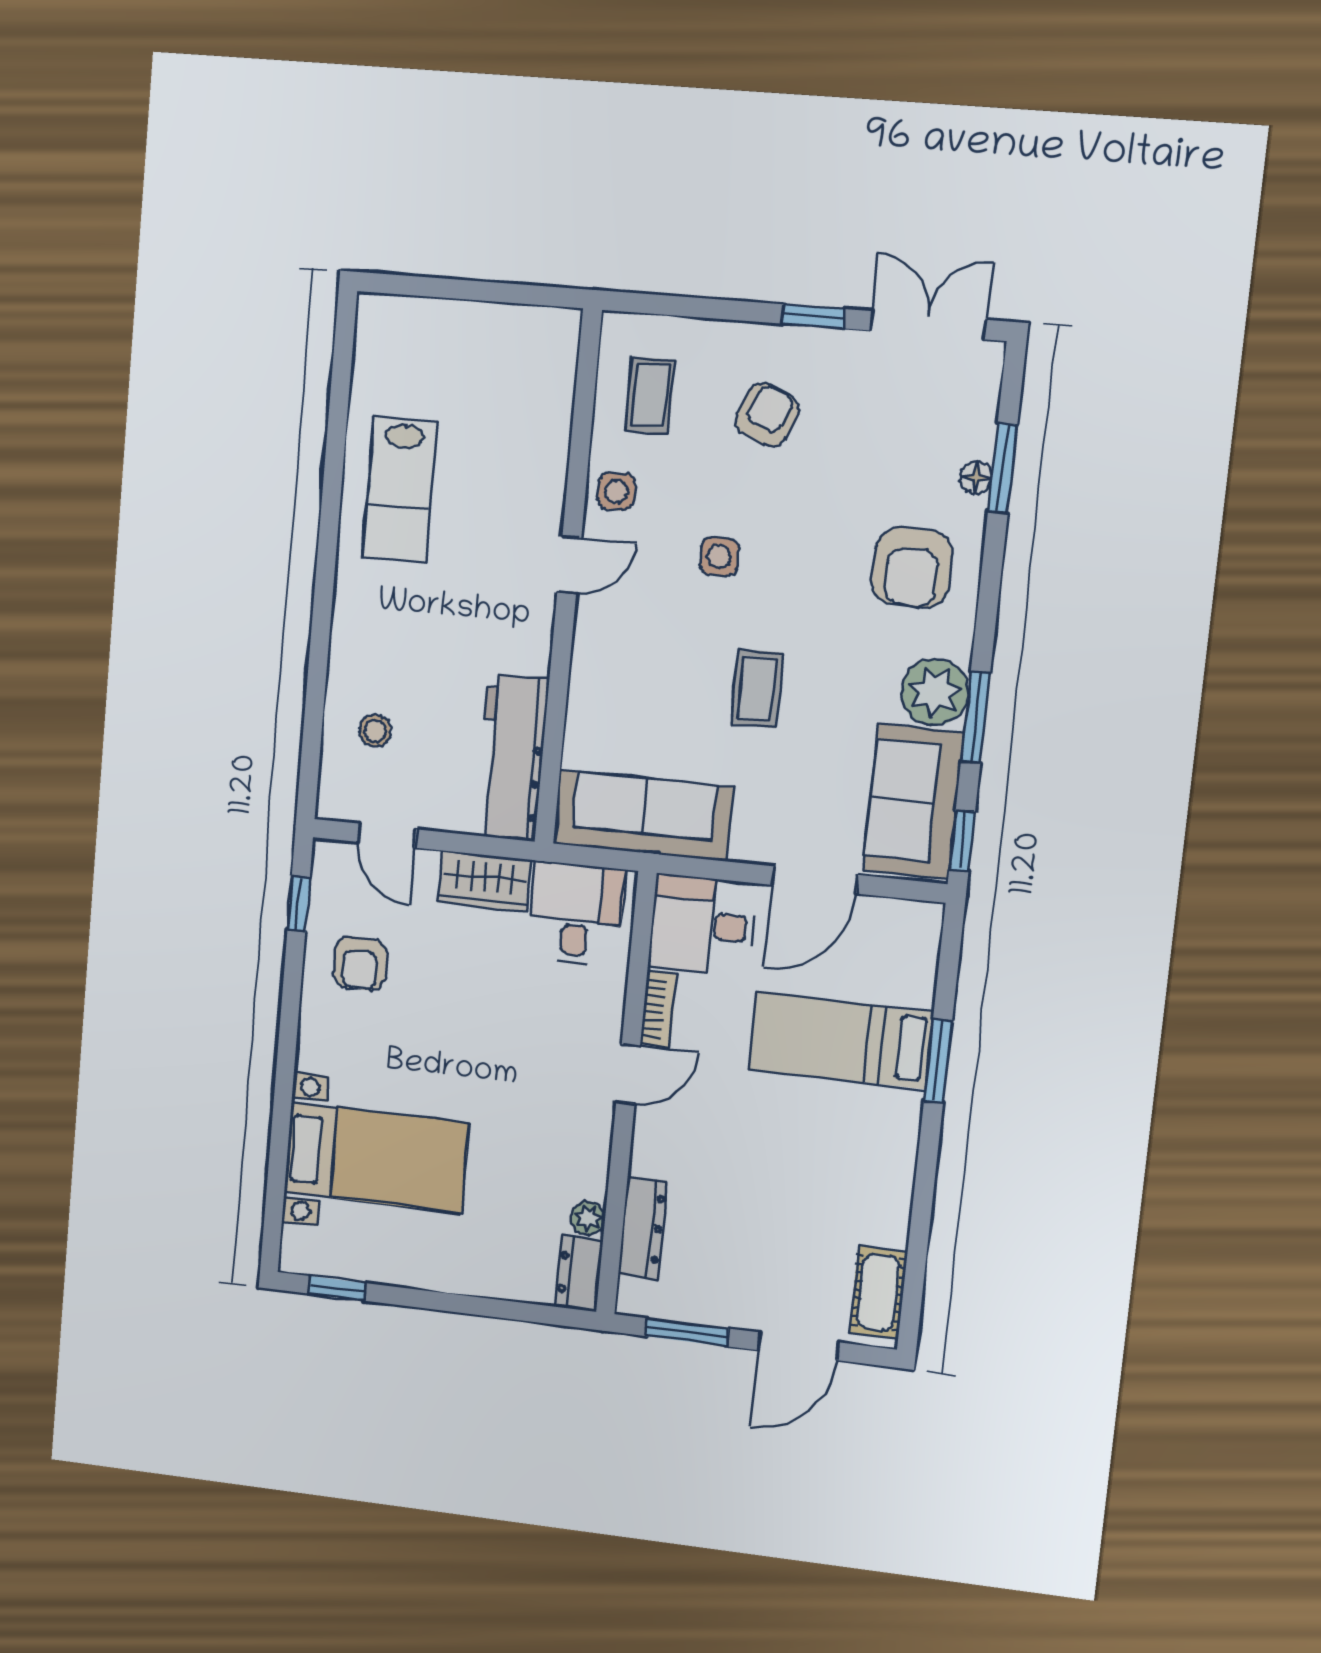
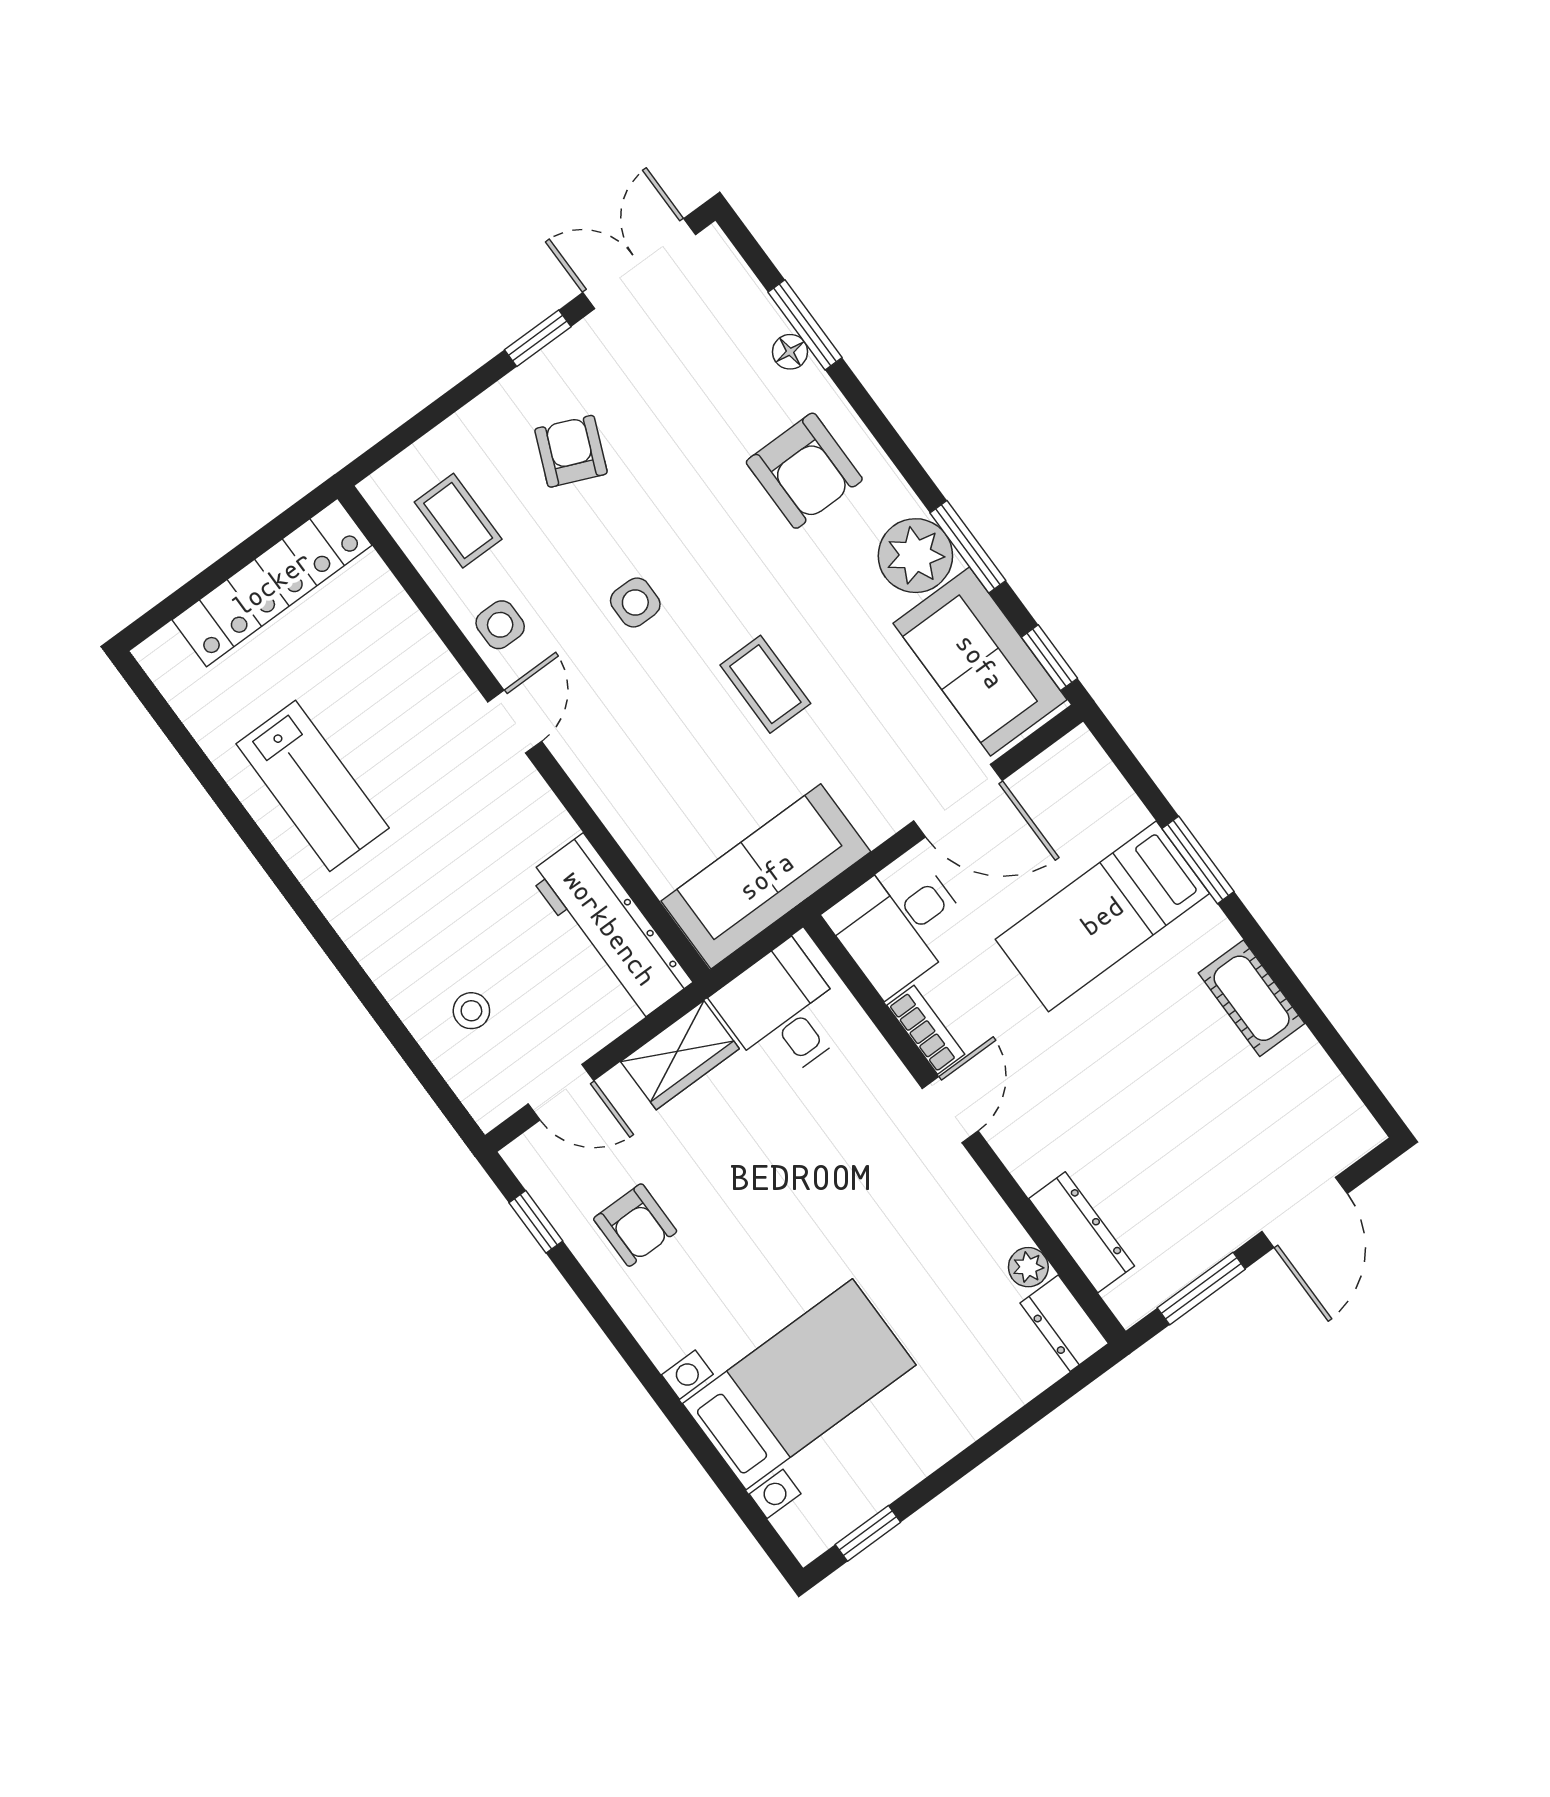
locker: (490, 328) -> (272, 583), added
door: (815, 880) -> (958, 801), hinge flipped
cot: (878, 1293) -> (1252, 998), moved

